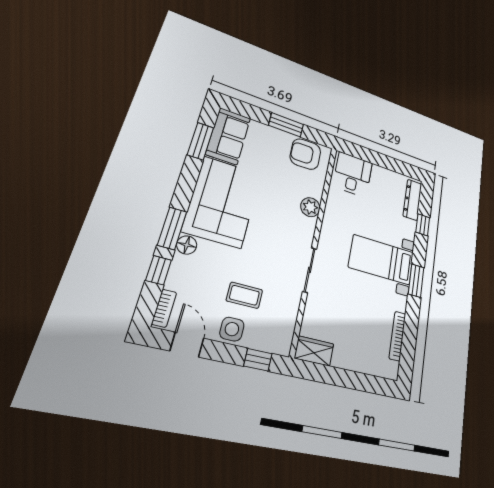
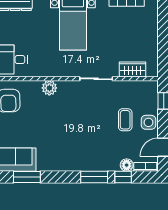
corner sofa: (222, 202) -> (66, 151), removed
floor lamp: (187, 245) -> (127, 165), moved
wardrobe: (314, 351) -> (132, 69), moved, turned 90

